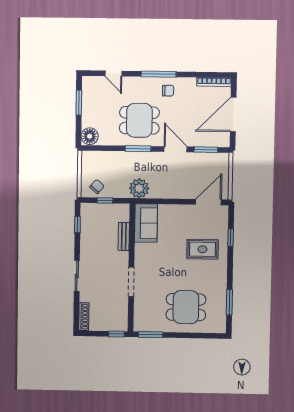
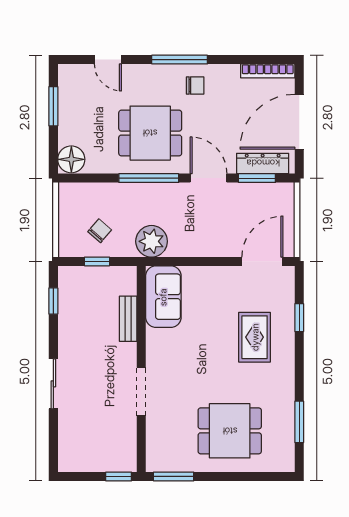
dresser: (210, 141) -> (263, 163), added
window: (138, 149) -> (149, 178), width x1.44
chair: (97, 187) -> (100, 231), moved
rug: (203, 249) -> (255, 337), turned 90
shoe rack: (84, 317) -> (66, 449), removed

